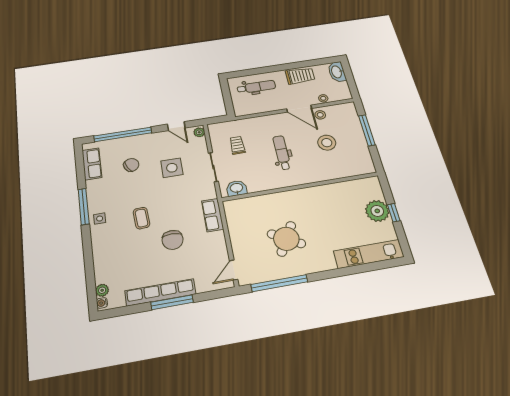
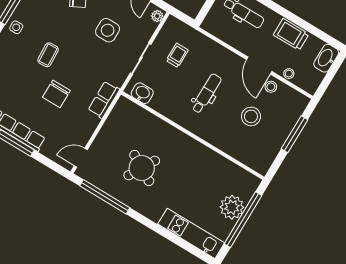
trolley: (300, 76) -> (291, 34), turned 180
window: (394, 213) -> (243, 220), width x3.17

